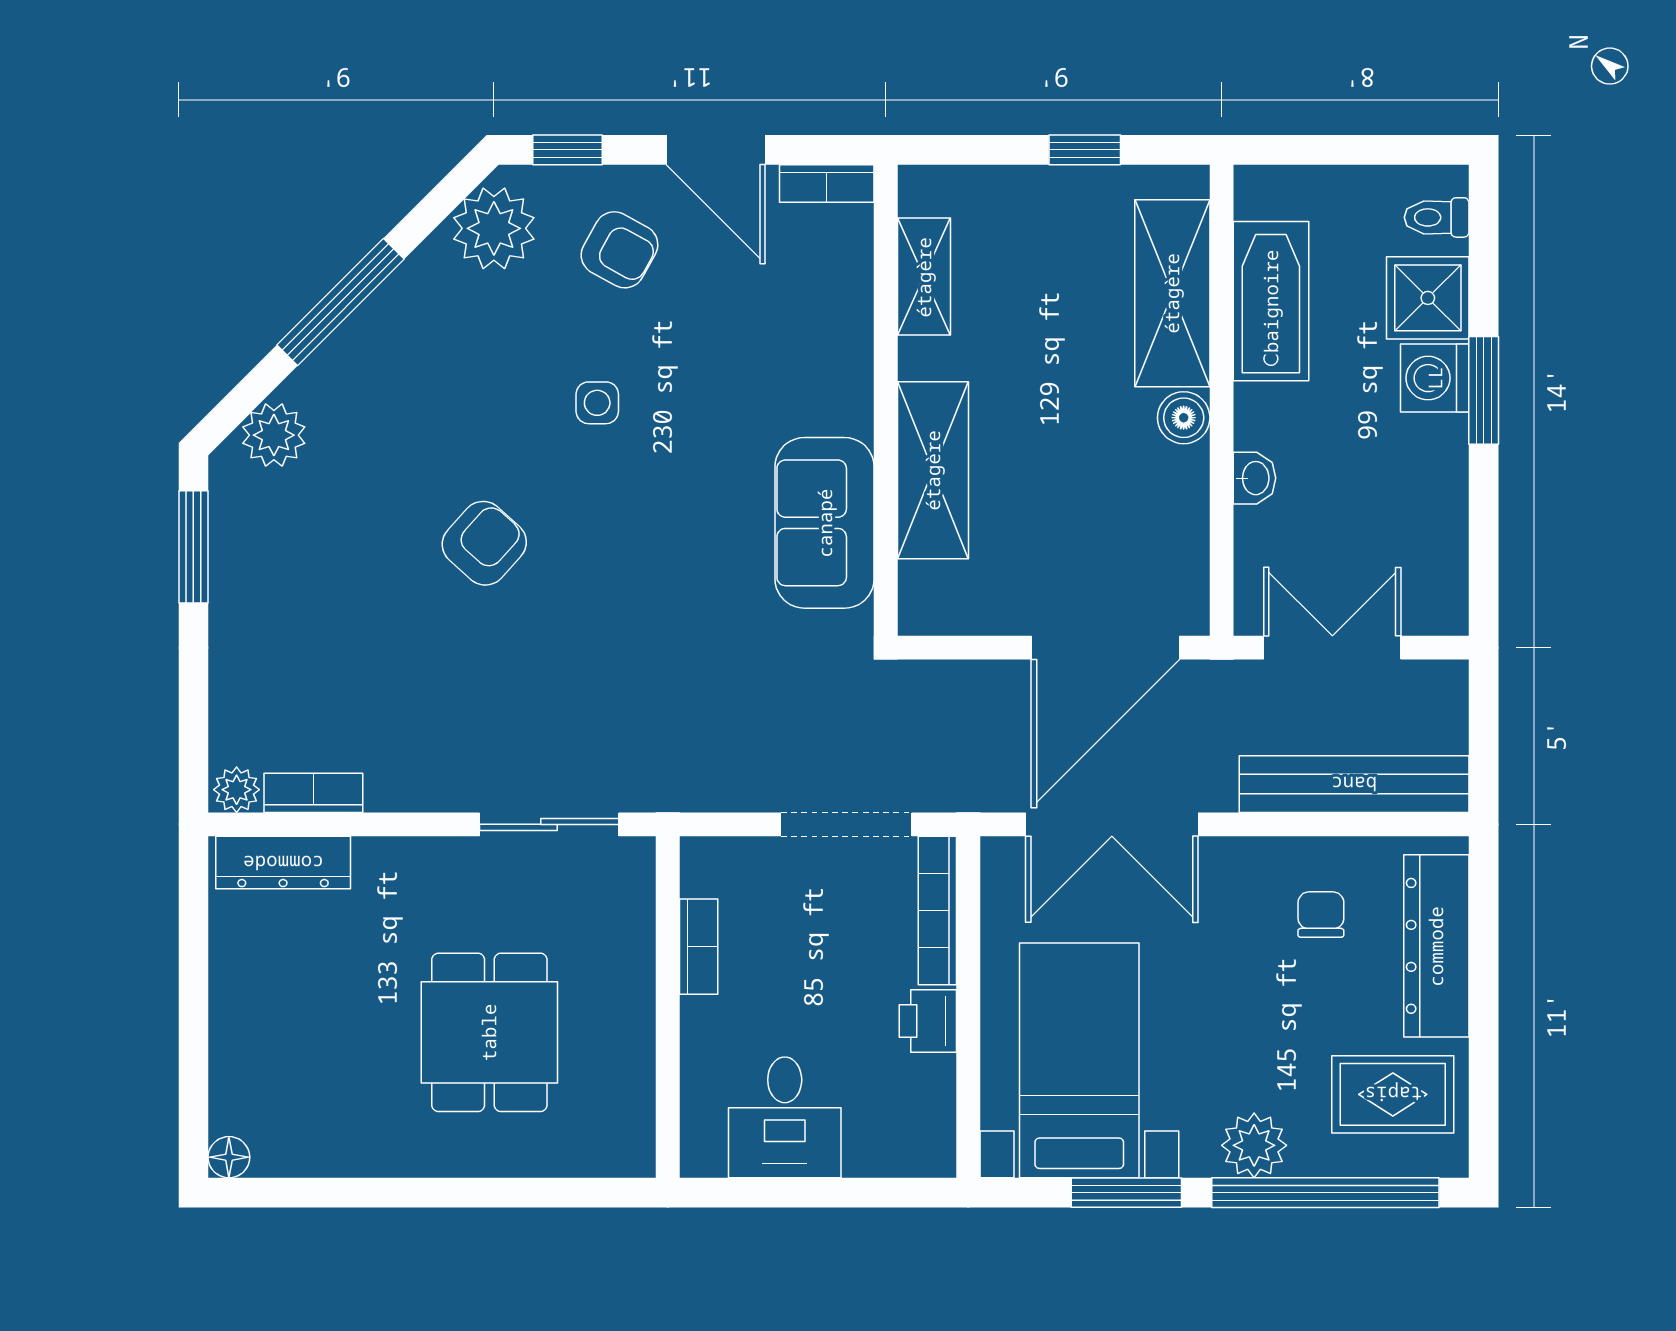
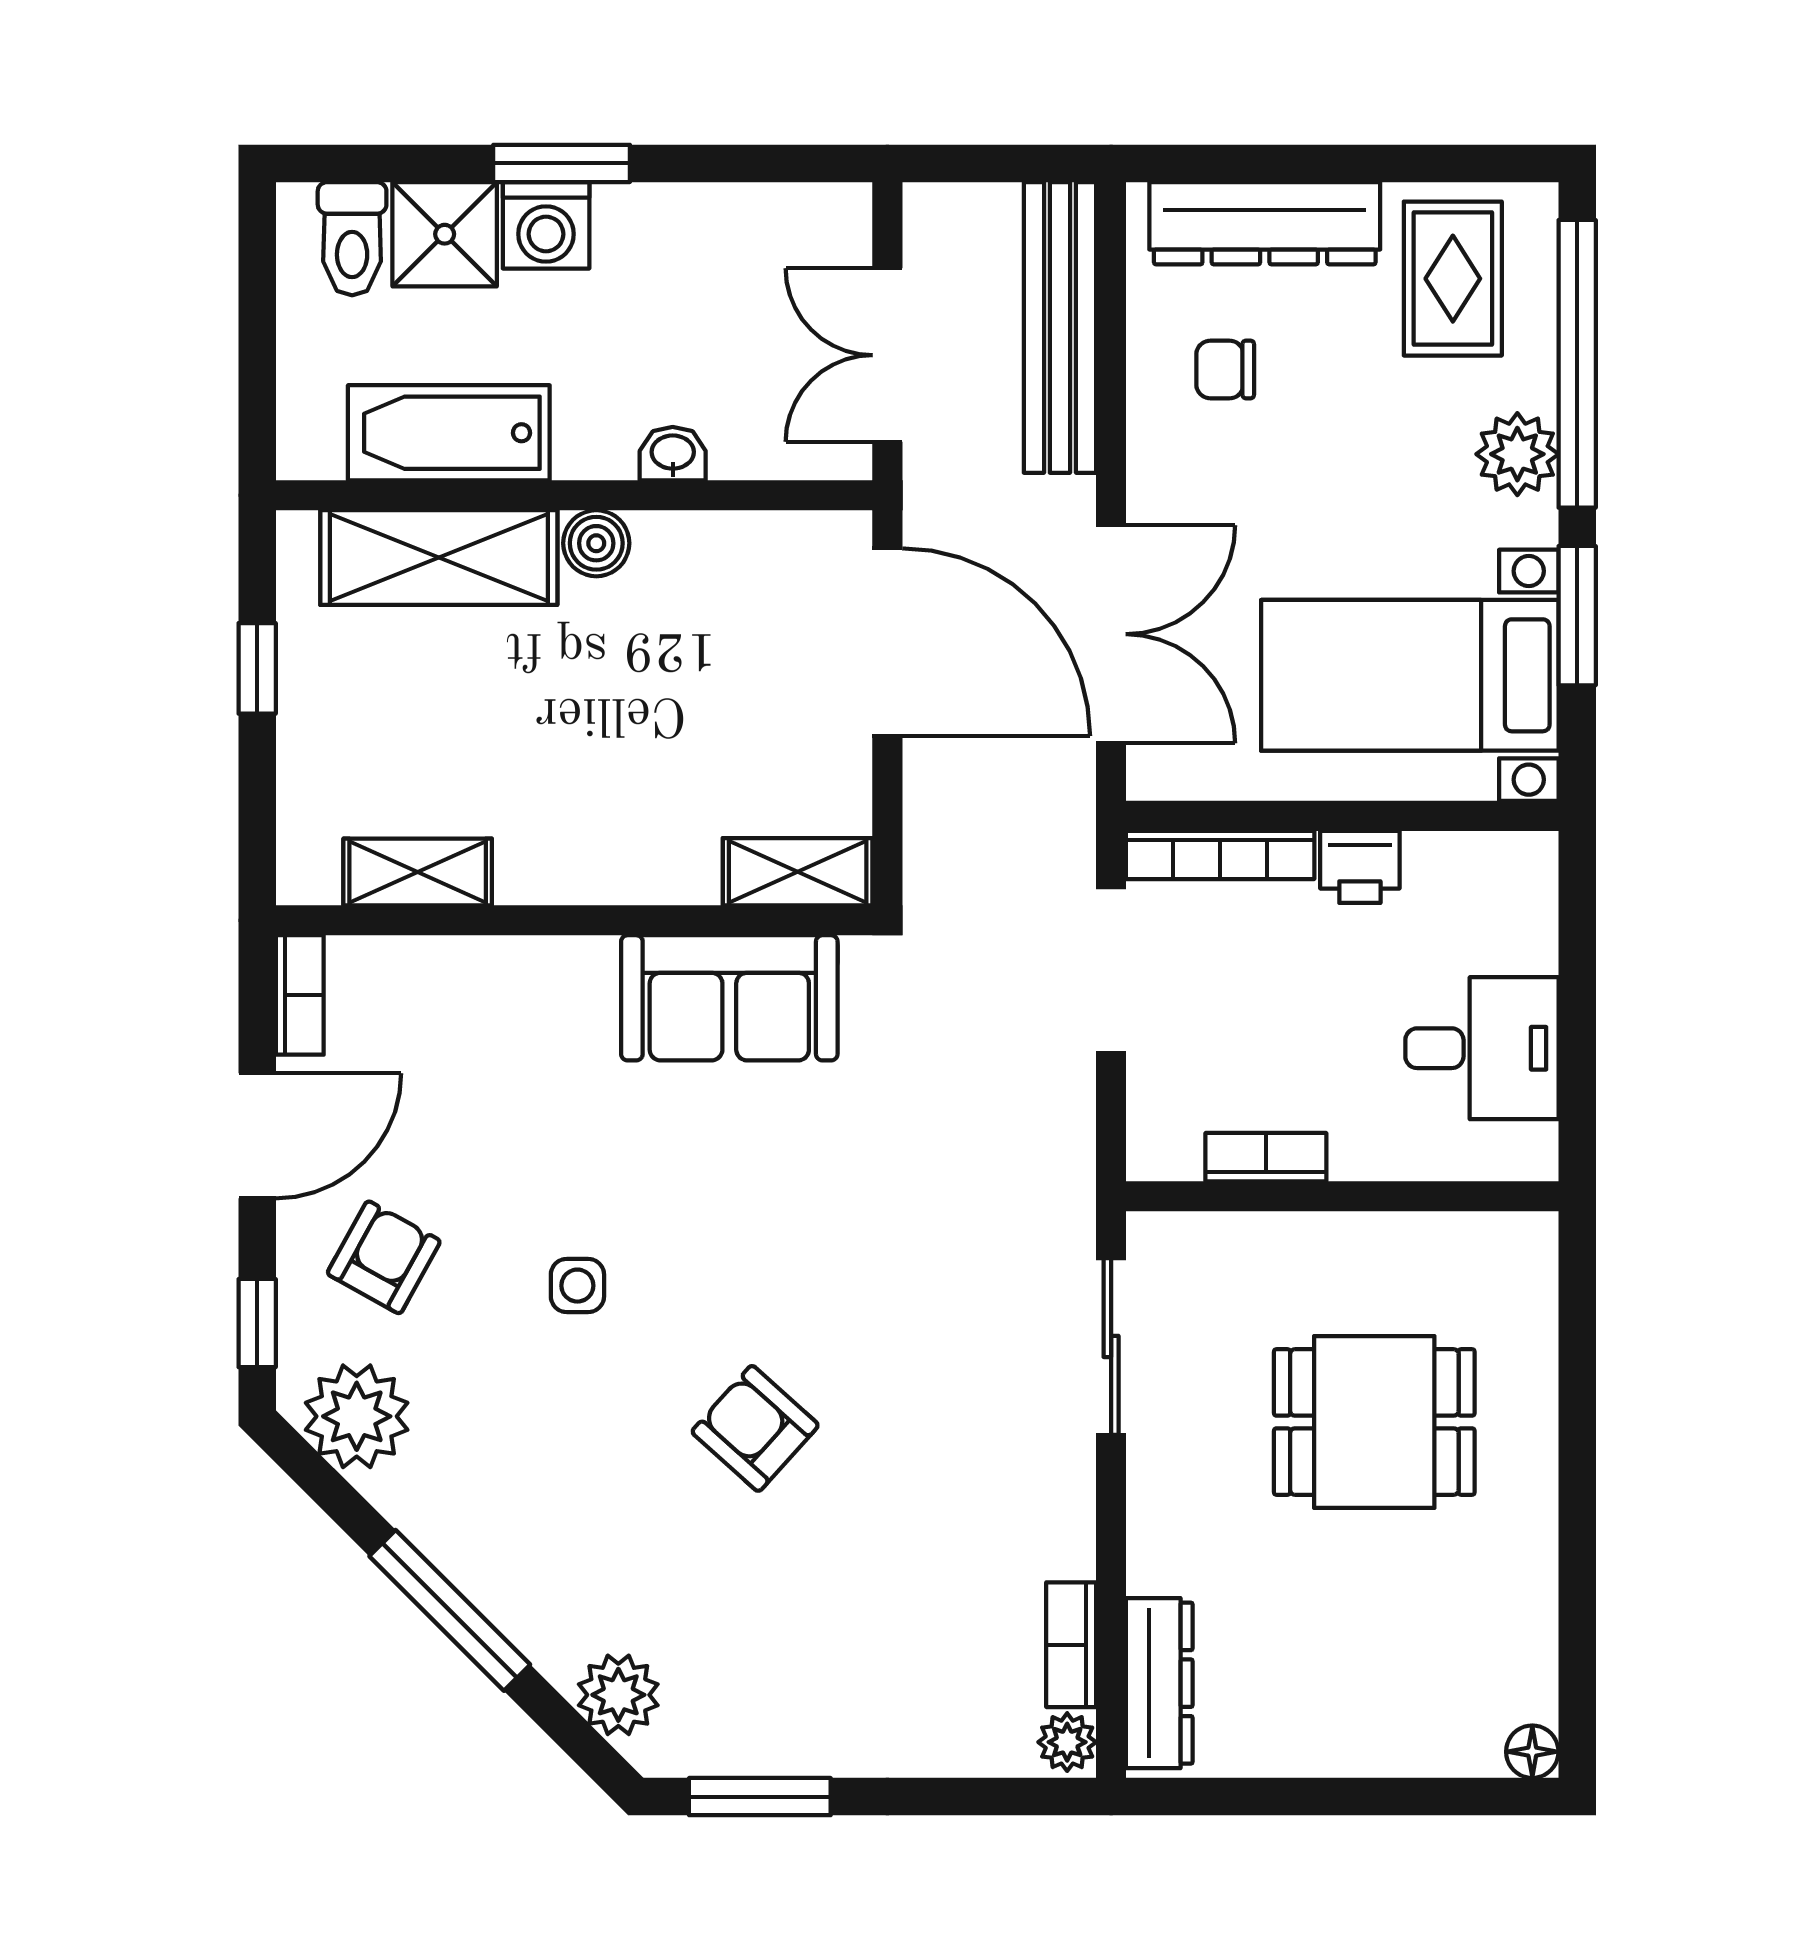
toilet: (1437, 217) -> (352, 239), width x1.37, depth x1.39
shelving: (933, 470) -> (798, 872), moved, width x0.67, depth x0.75

